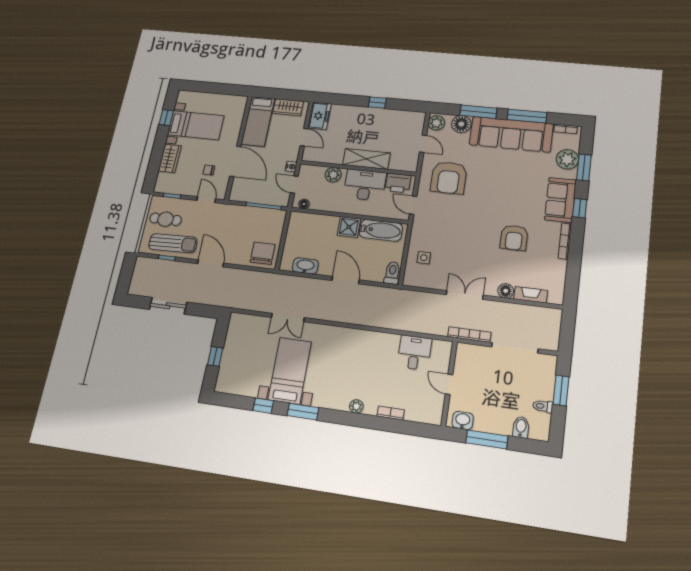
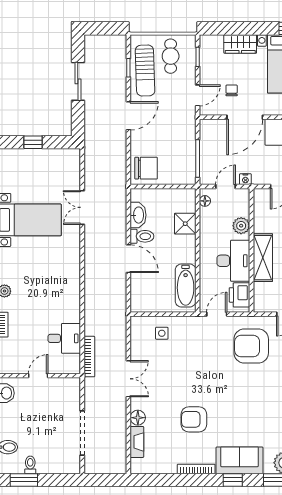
shower: (349, 227) -> (185, 224), moved
toilet: (392, 273) -> (142, 236), moved
door: (346, 280) -> (128, 259), hinge flipped
bookcase: (469, 335) -> (89, 357), moved
window: (561, 390) -> (24, 480), moved

